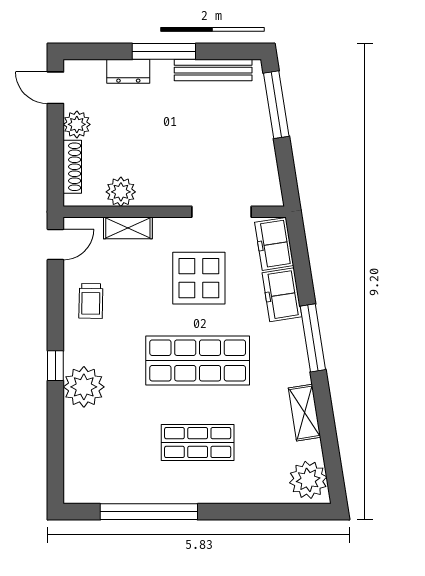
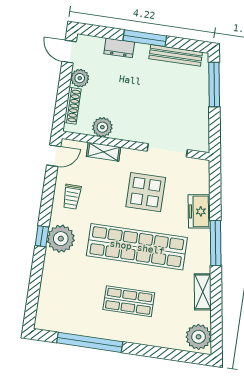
freezer: (274, 244) -> (199, 177), removed
shop shelf: (198, 360) -> (137, 247), width x1.40
plant: (84, 387) -> (61, 239), moved

